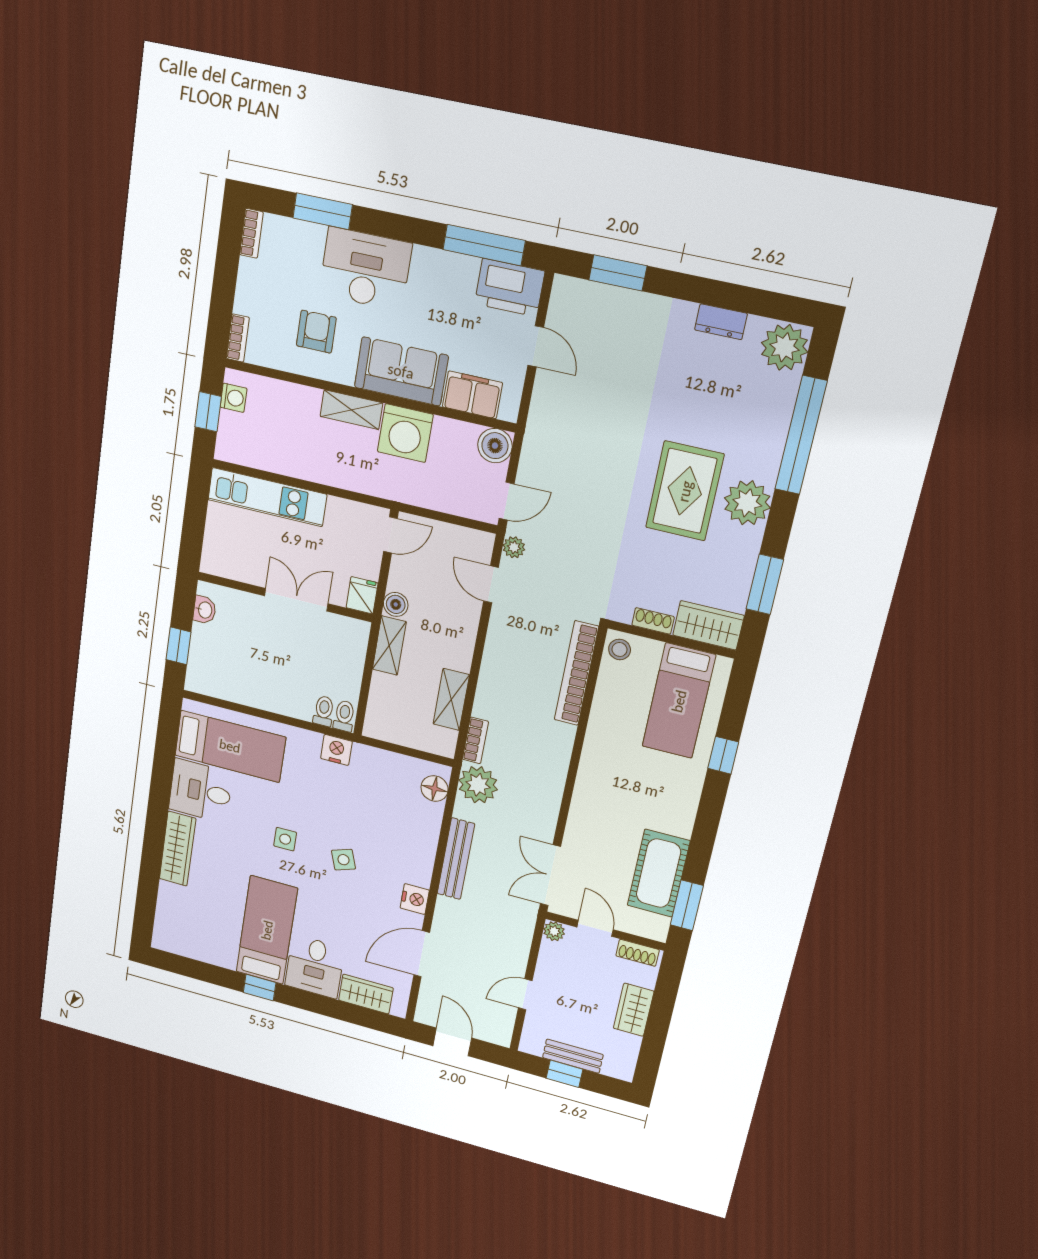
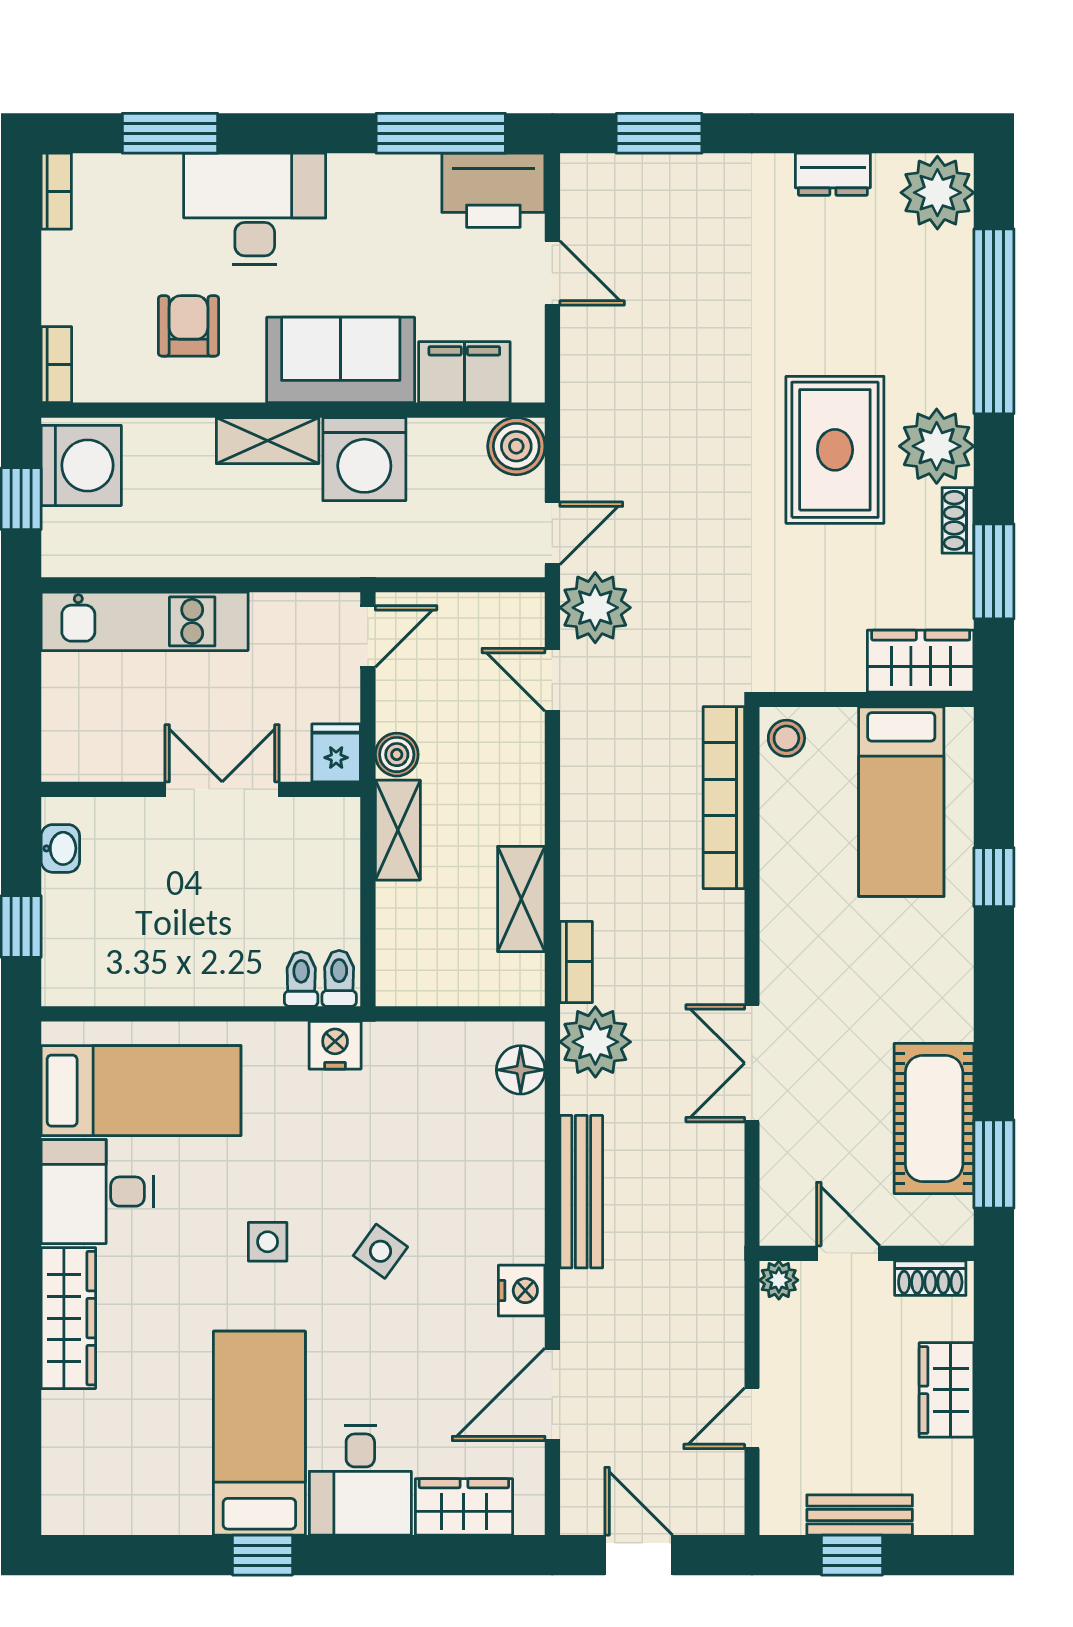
washing machine: (233, 398) -> (81, 465), width x1.89, depth x1.89
plant: (514, 547) -> (595, 608), width x1.88, depth x1.88
shoe rack: (653, 621) -> (958, 520), moved, turned -90
side table: (343, 860) -> (380, 1251), turned -35
double door: (551, 875) -> (752, 1063), moved

